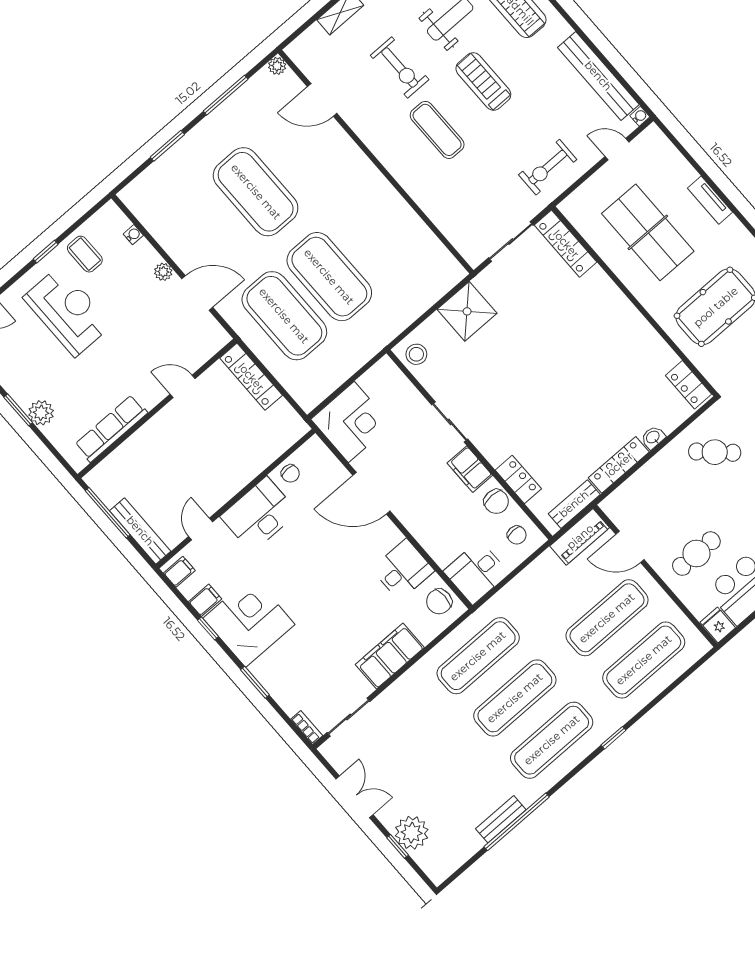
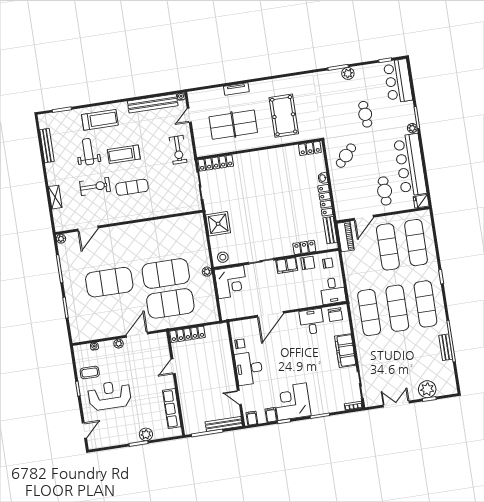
plant: (376, 343) -> (207, 272), added
corner desk: (351, 422) -> (231, 282), moved, turned 90

